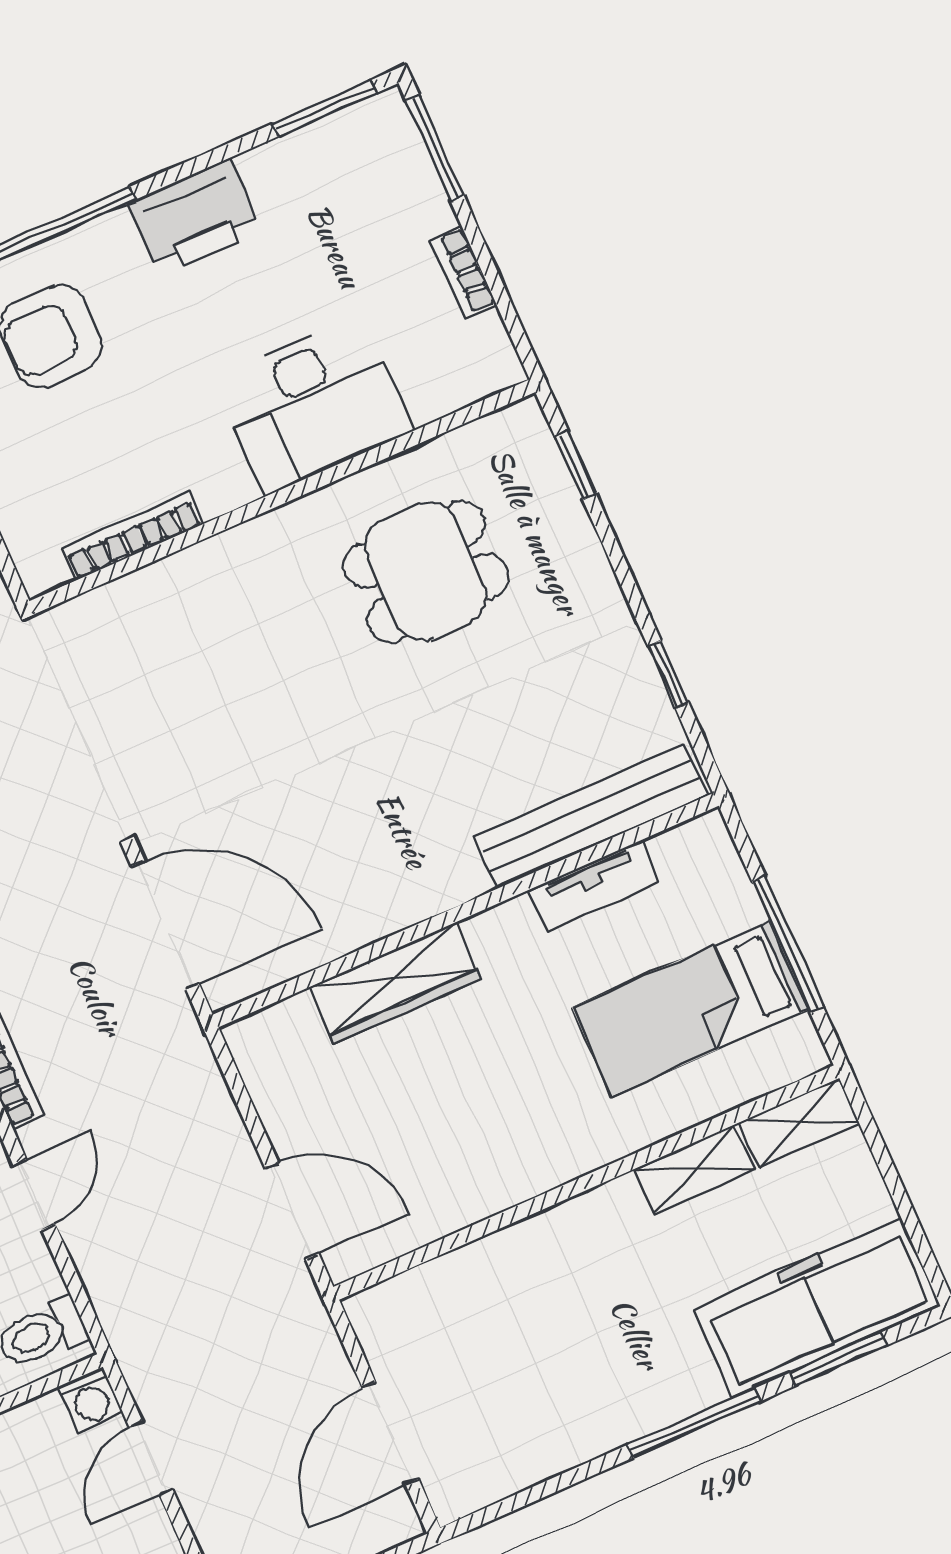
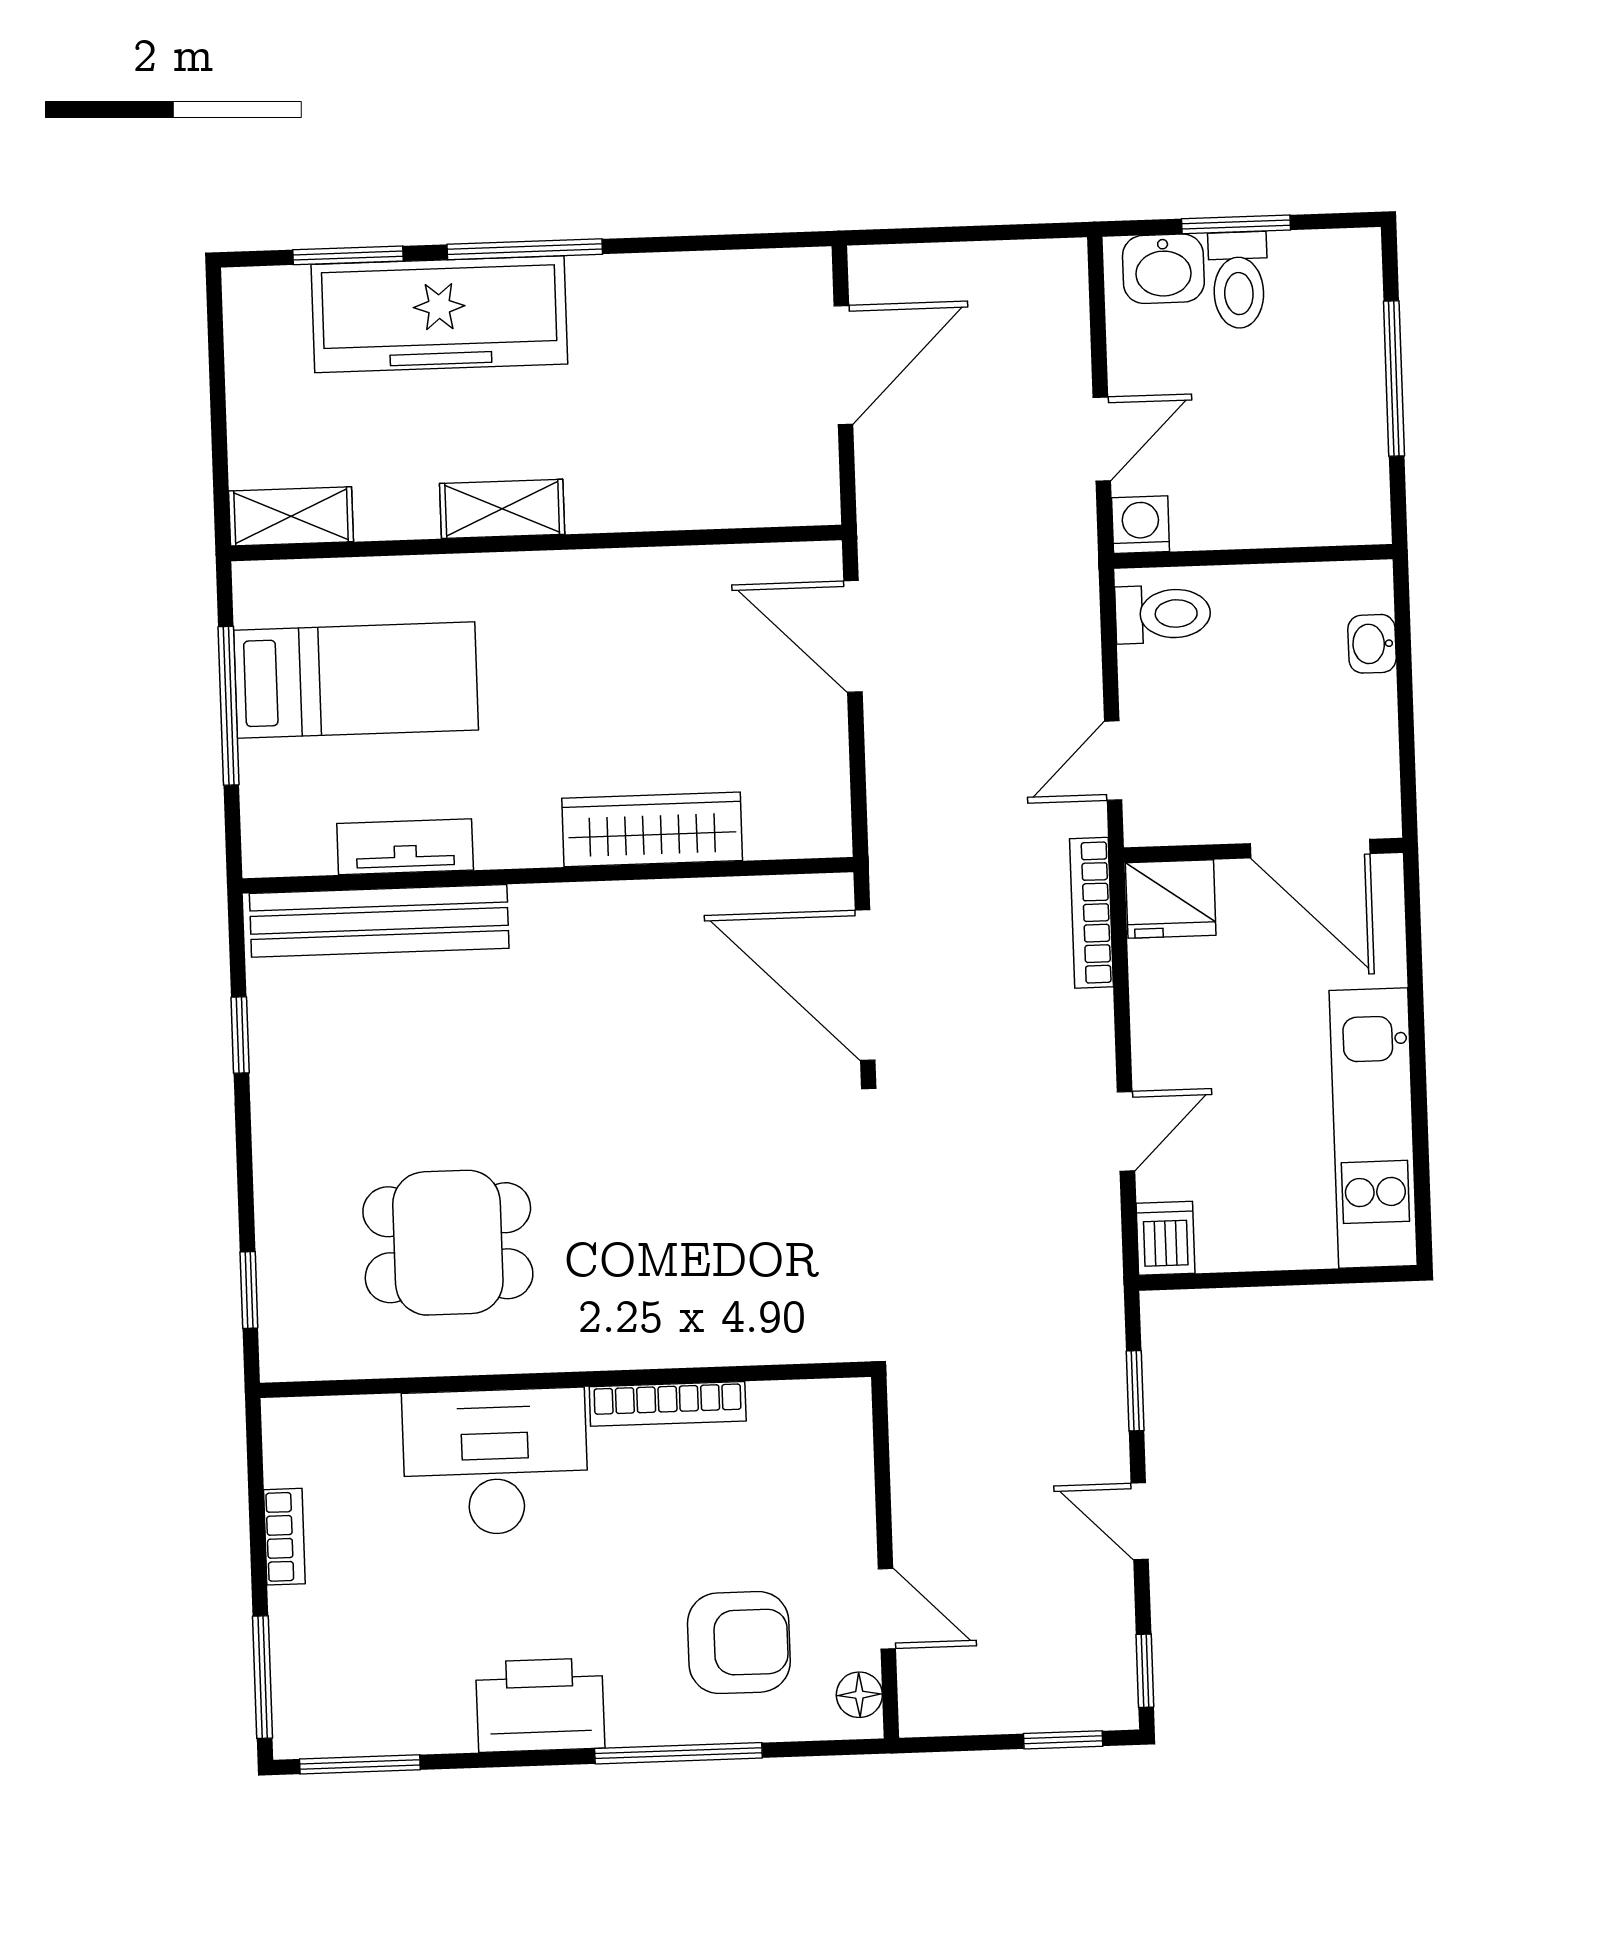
bookcase: (132, 536) -> (668, 1404), moved
shelving: (694, 1169) -> (502, 509), moved
freezer: (817, 1308) -> (439, 314), moved

